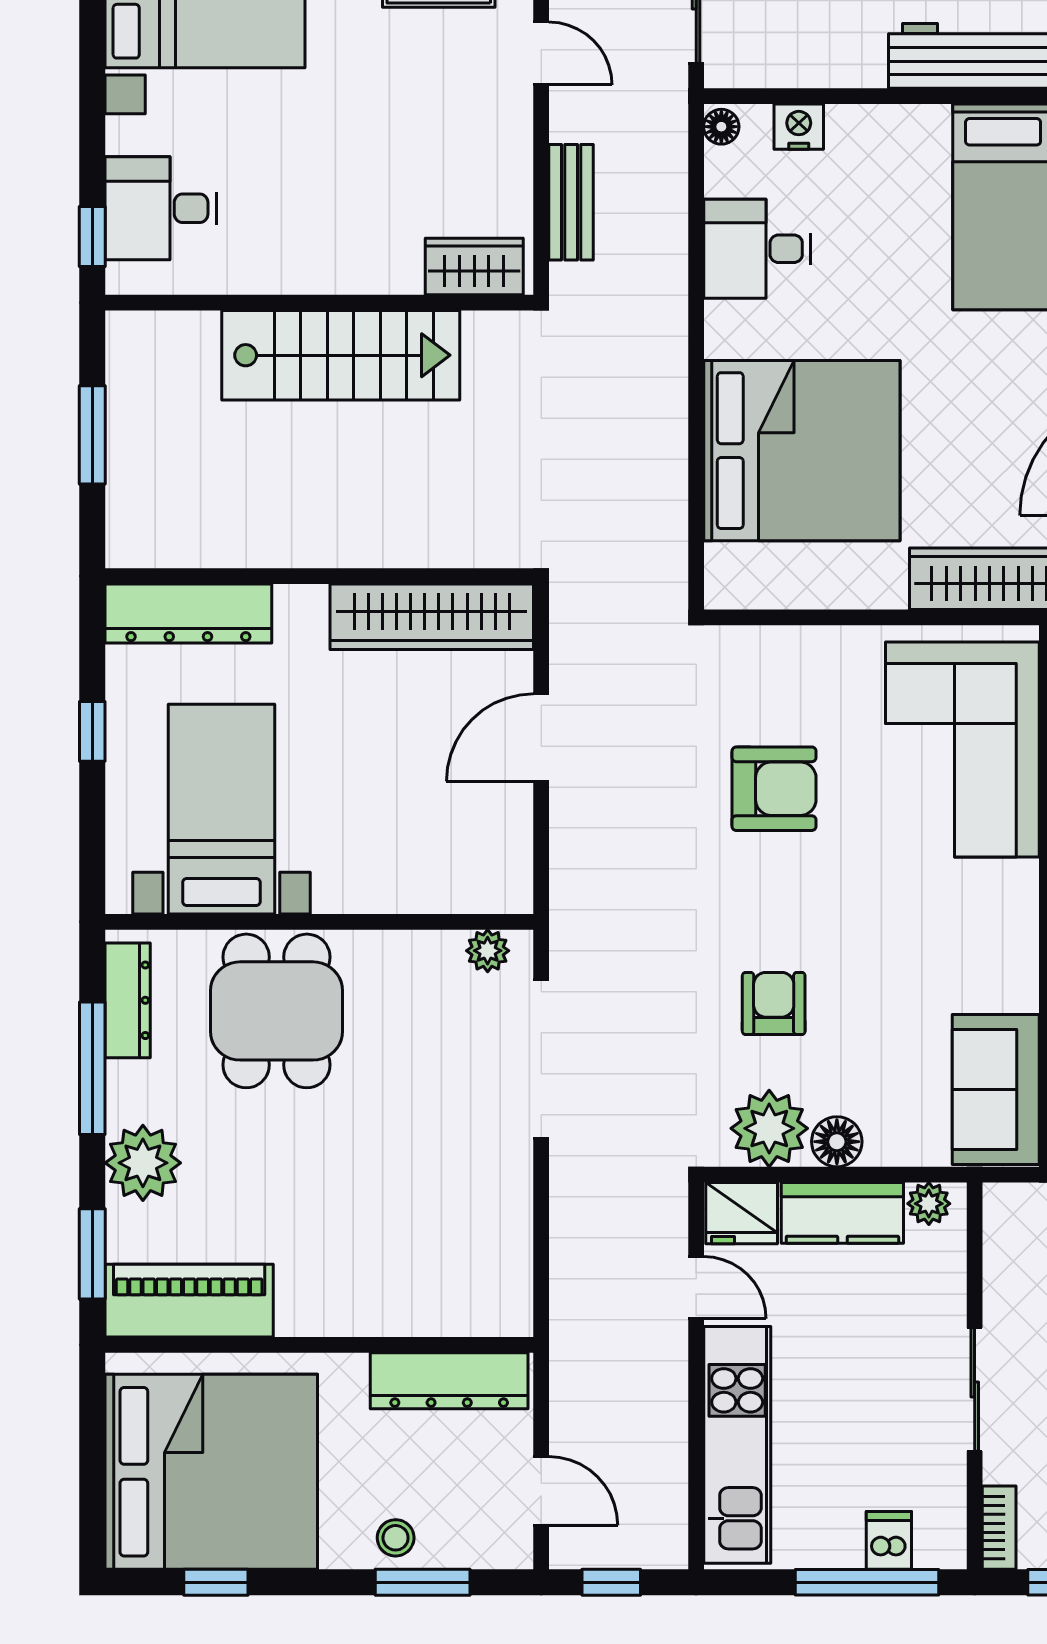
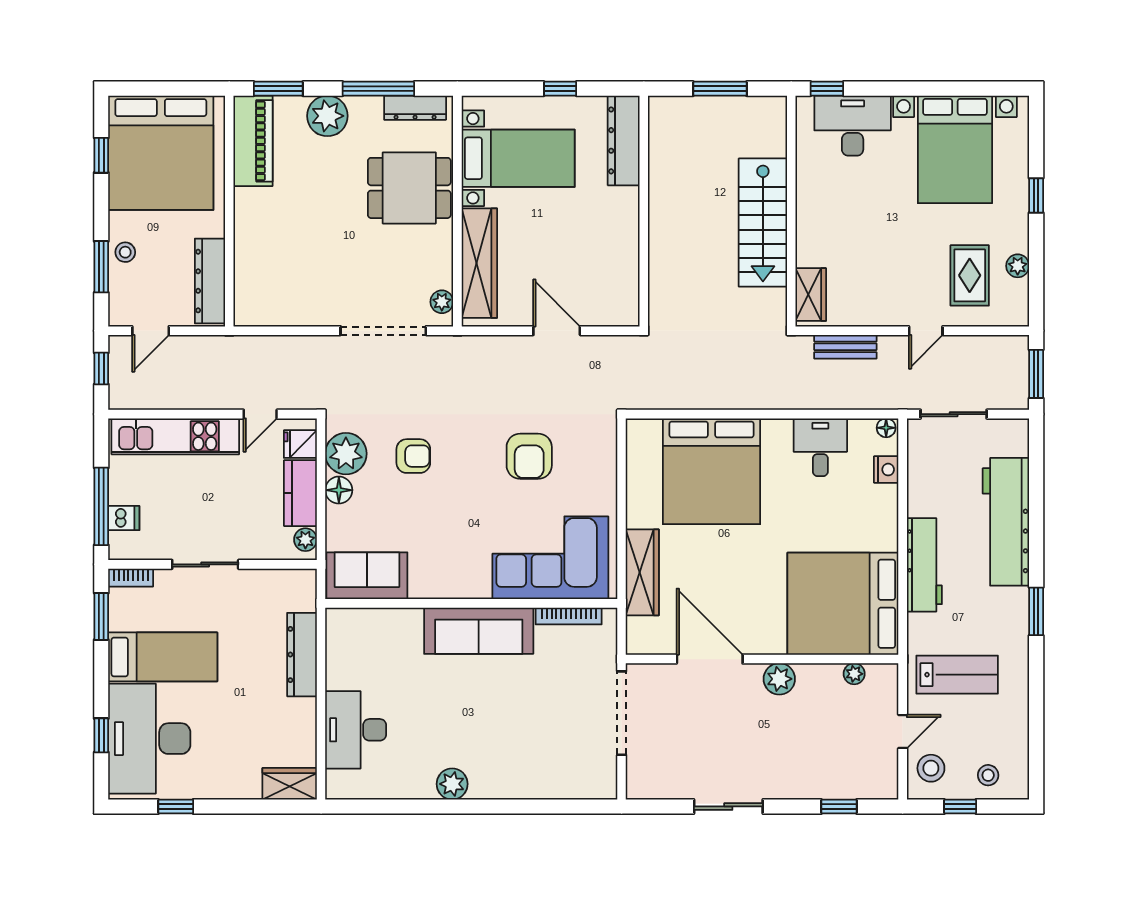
desk: (161, 208) -> (853, 126), width x1.37
wardrobe: (432, 617) -> (479, 263), moved, turned 180
fridge: (742, 1213) -> (300, 444), width x0.72

